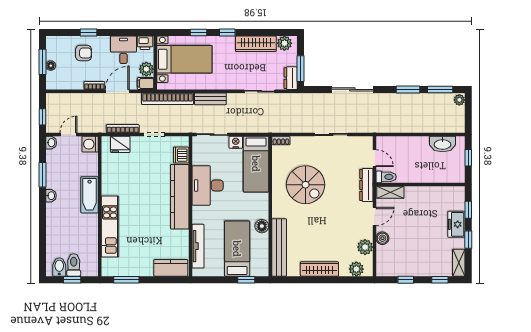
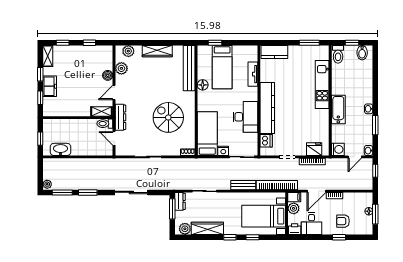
tv unit: (198, 246) -> (253, 74), width x0.71
toilet: (74, 265) -> (338, 54), moved

